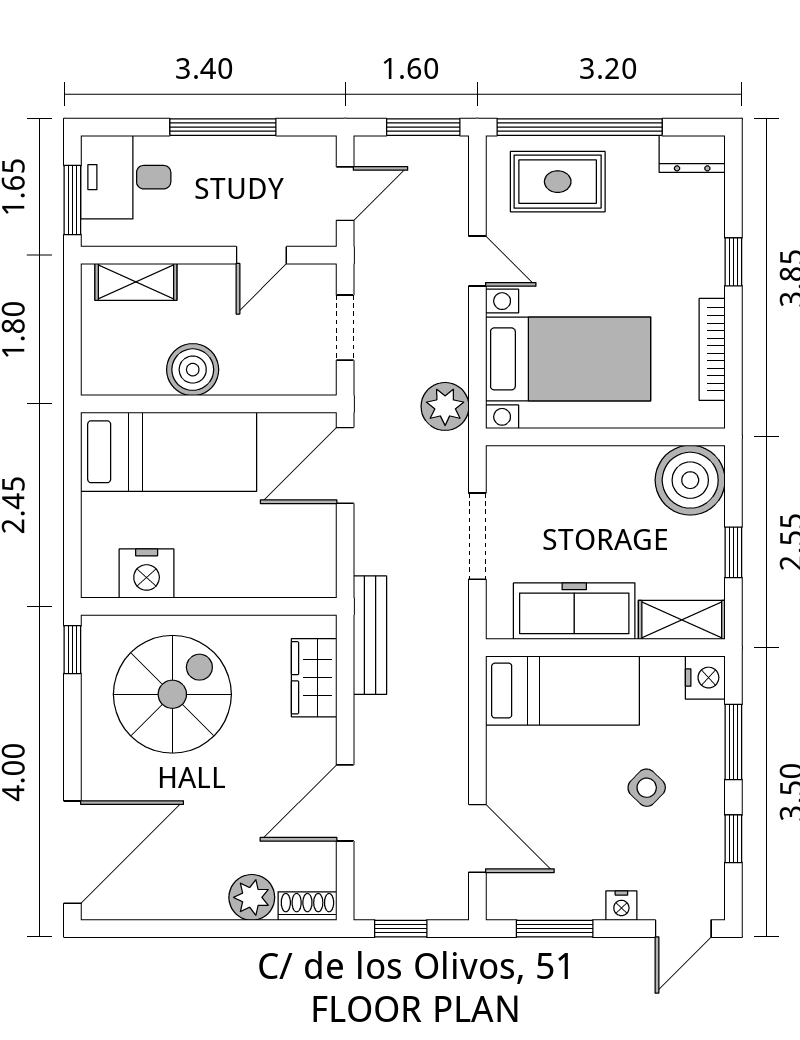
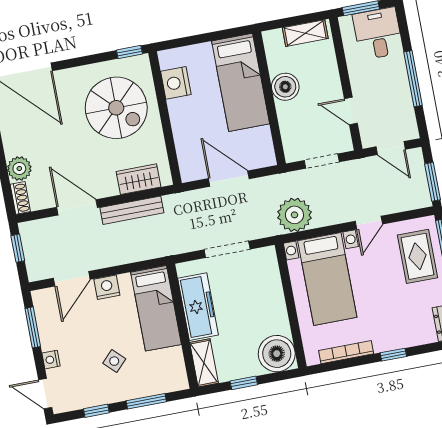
shelving: (136, 282) -> (305, 33), moved, turned 90
plant: (445, 406) -> (294, 215), width x1.36, depth x1.36
door: (345, 465) -> (229, 179), moved
bench: (370, 635) -> (132, 210), moved
nightstand: (705, 678) -> (107, 287), moved, turned 180

